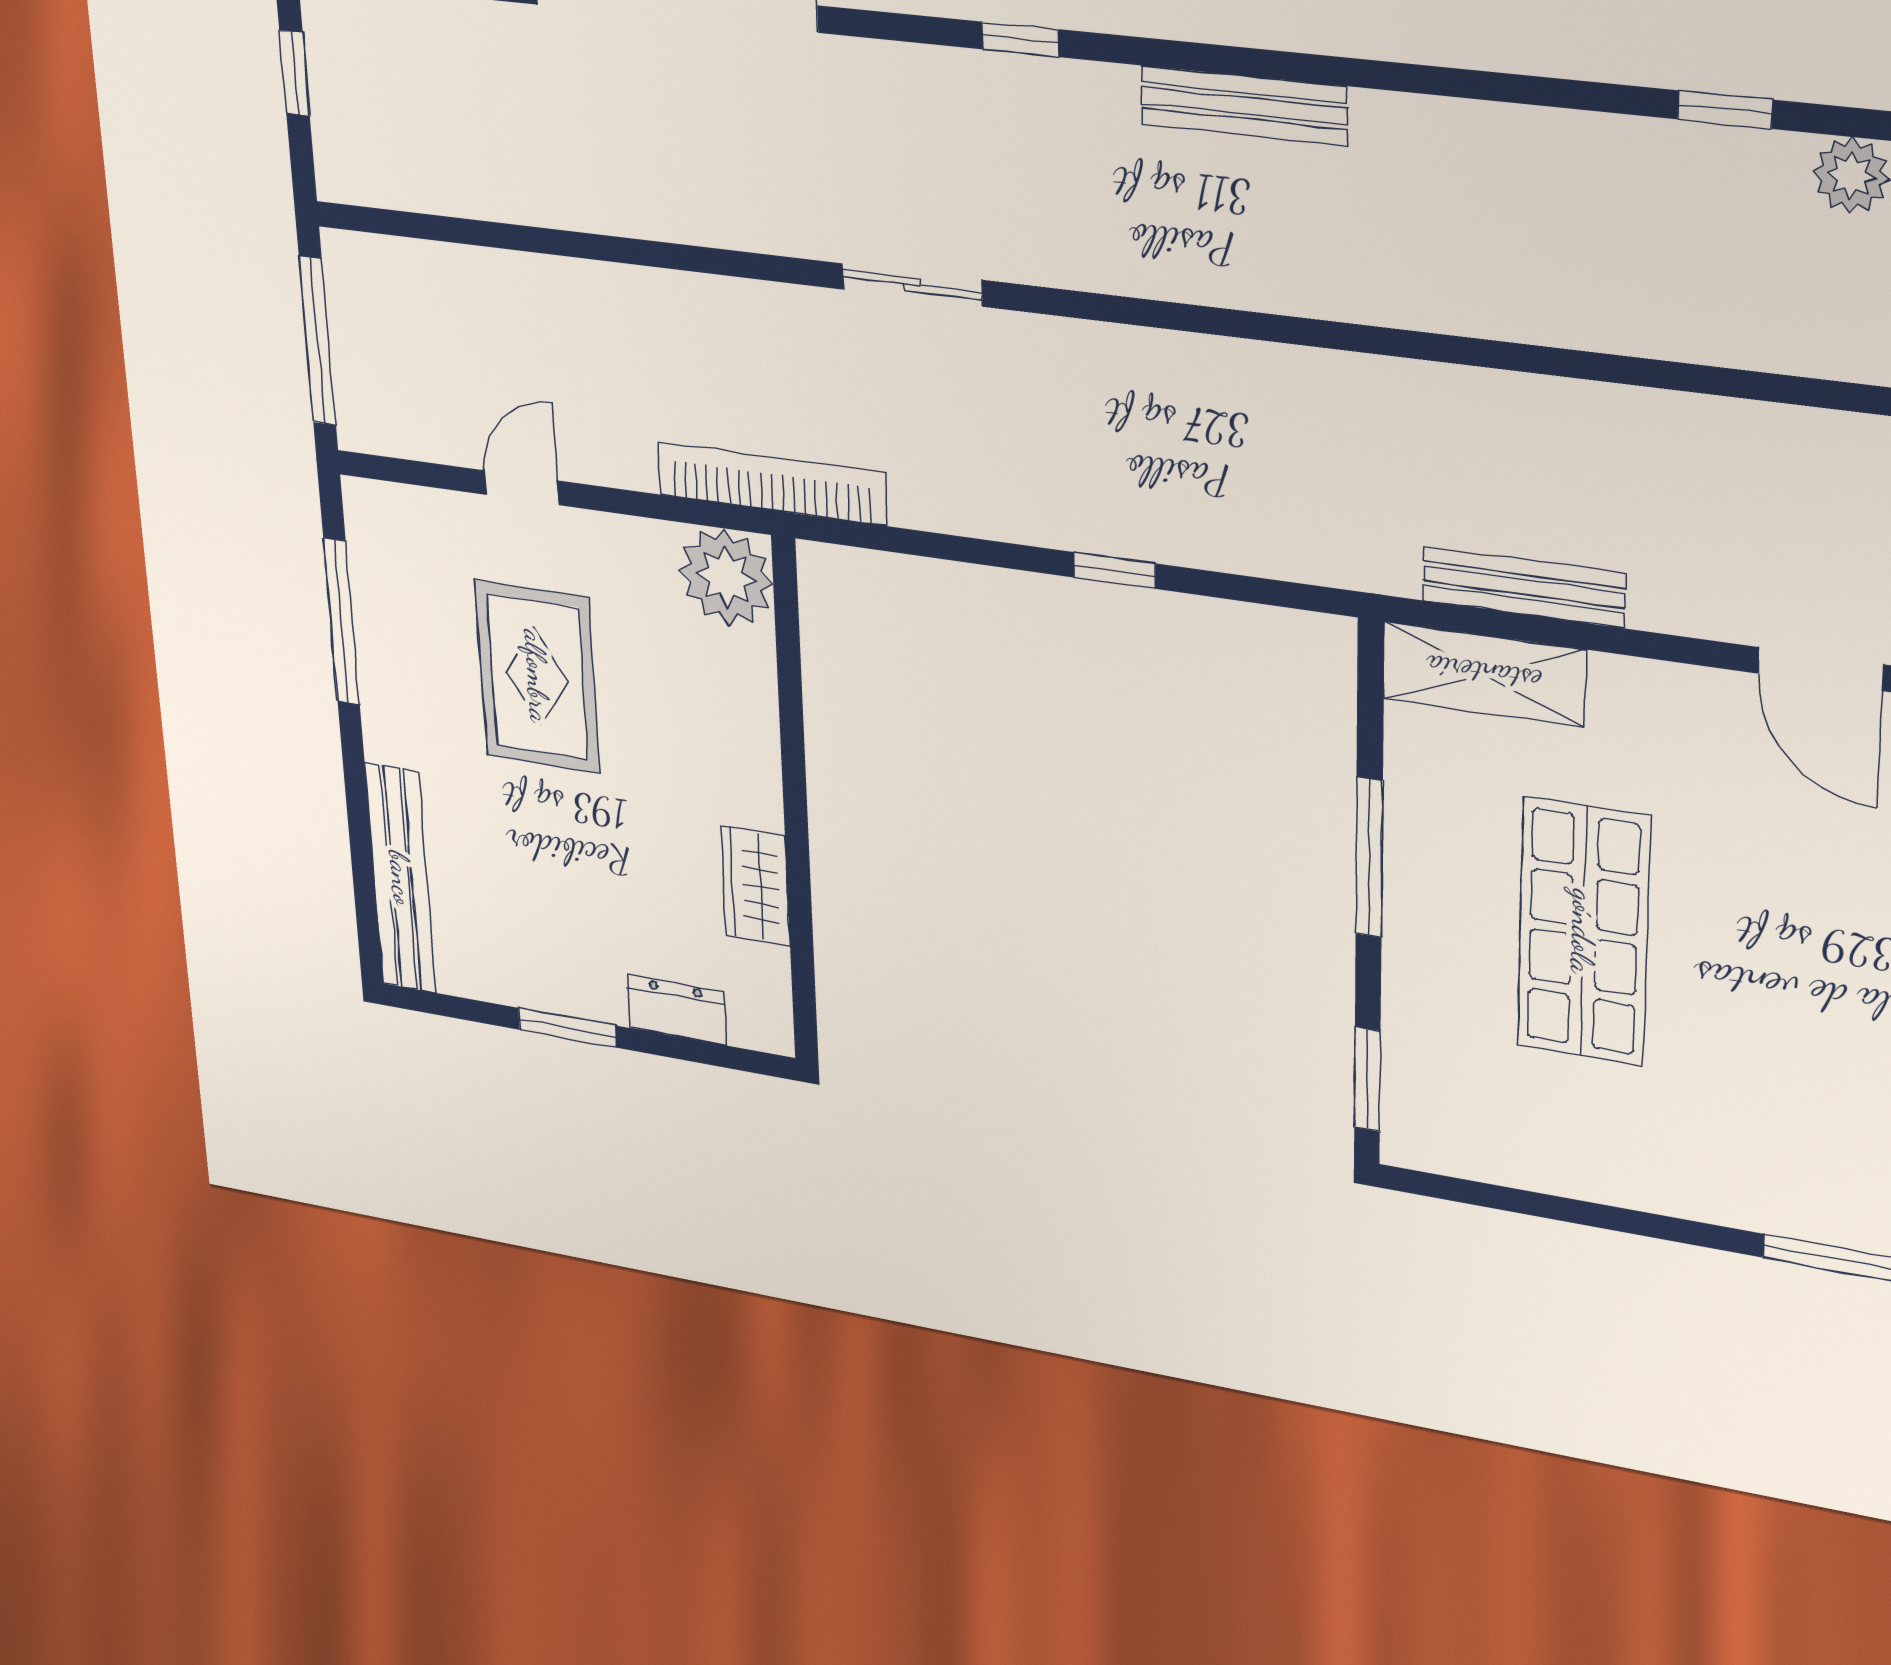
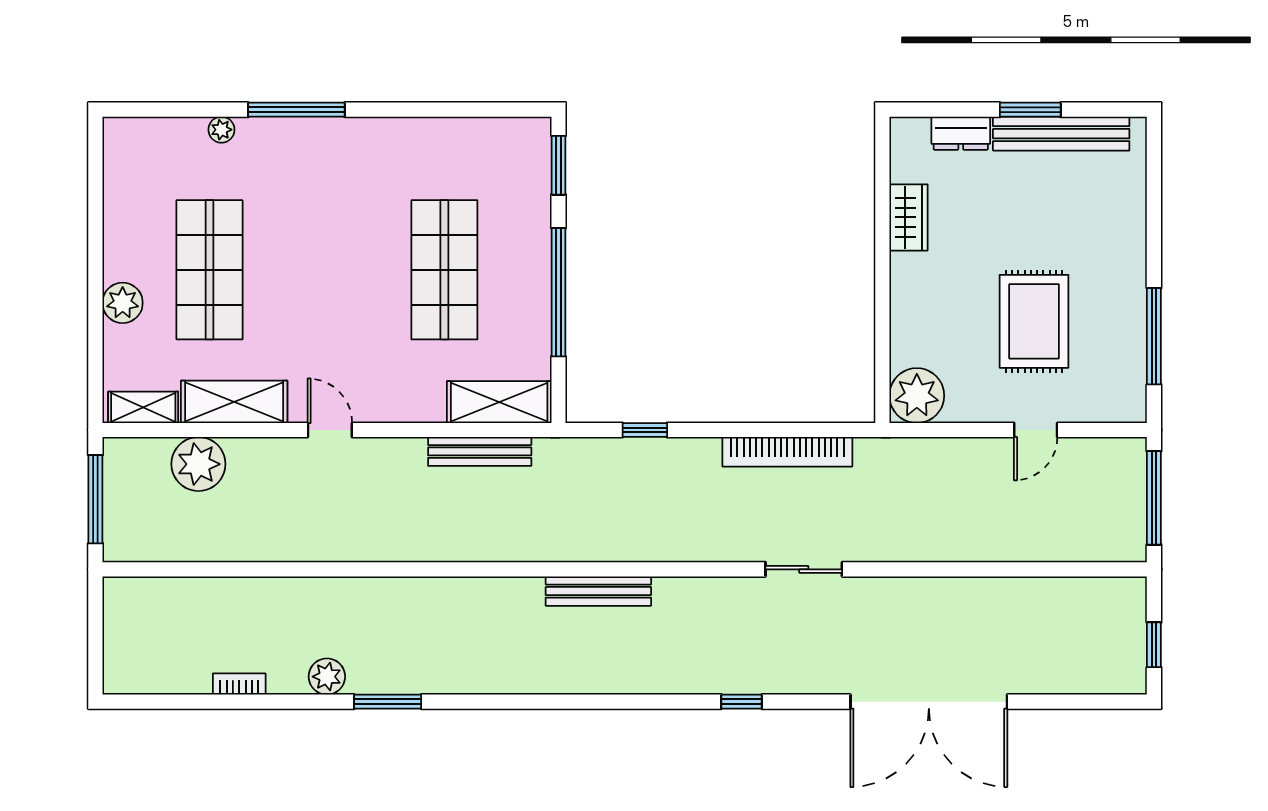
bench: (1244, 106) -> (598, 591), moved
window: (1725, 110) -> (388, 702), width x1.50
bookcase: (772, 484) -> (787, 452), moved
window: (1115, 570) -> (645, 430), moved
door: (1821, 669) -> (330, 430), width x0.73
window: (1369, 858) -> (559, 292), width x1.46
bench: (401, 879) -> (1061, 134), moved, turned 90

